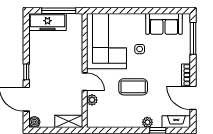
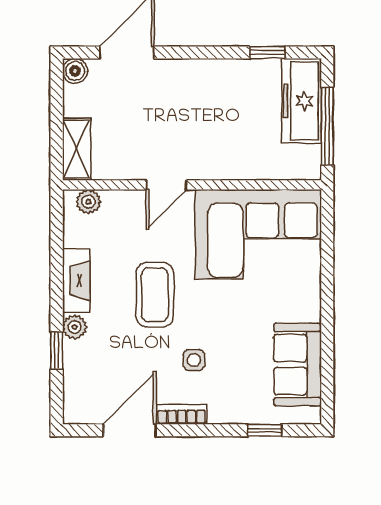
window: (193, 38) -> (265, 430), width x0.46
side table: (140, 49) -> (194, 360), moved
window: (26, 72) -> (267, 53), moved
plant: (92, 100) -> (88, 202), moved
fireplace: (176, 122) -> (76, 281), moved

